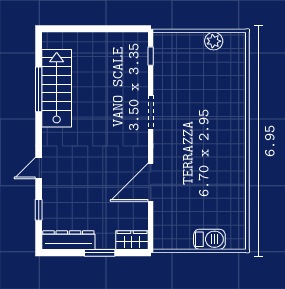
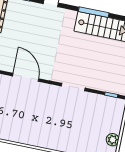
window: (39, 89) -> (94, 12), moved

